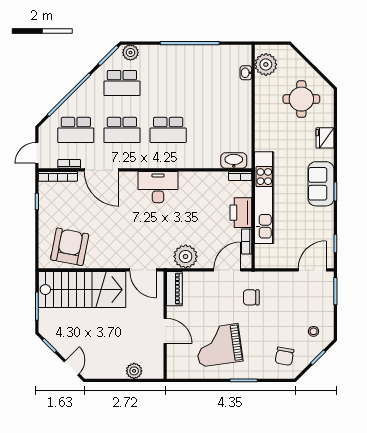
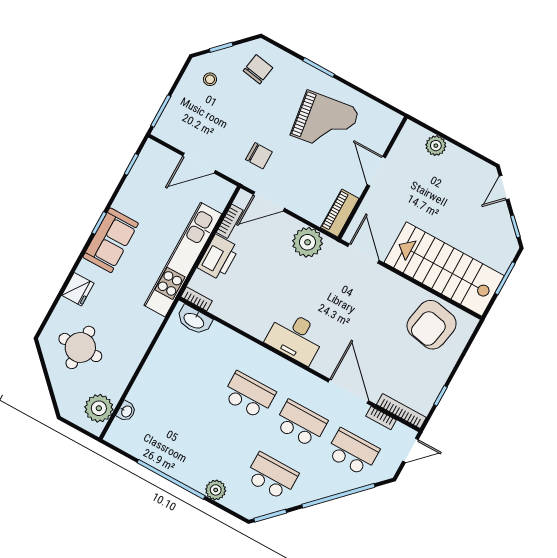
plant: (130, 53) -> (216, 490), moved
door: (312, 270) -> (199, 163), moved

